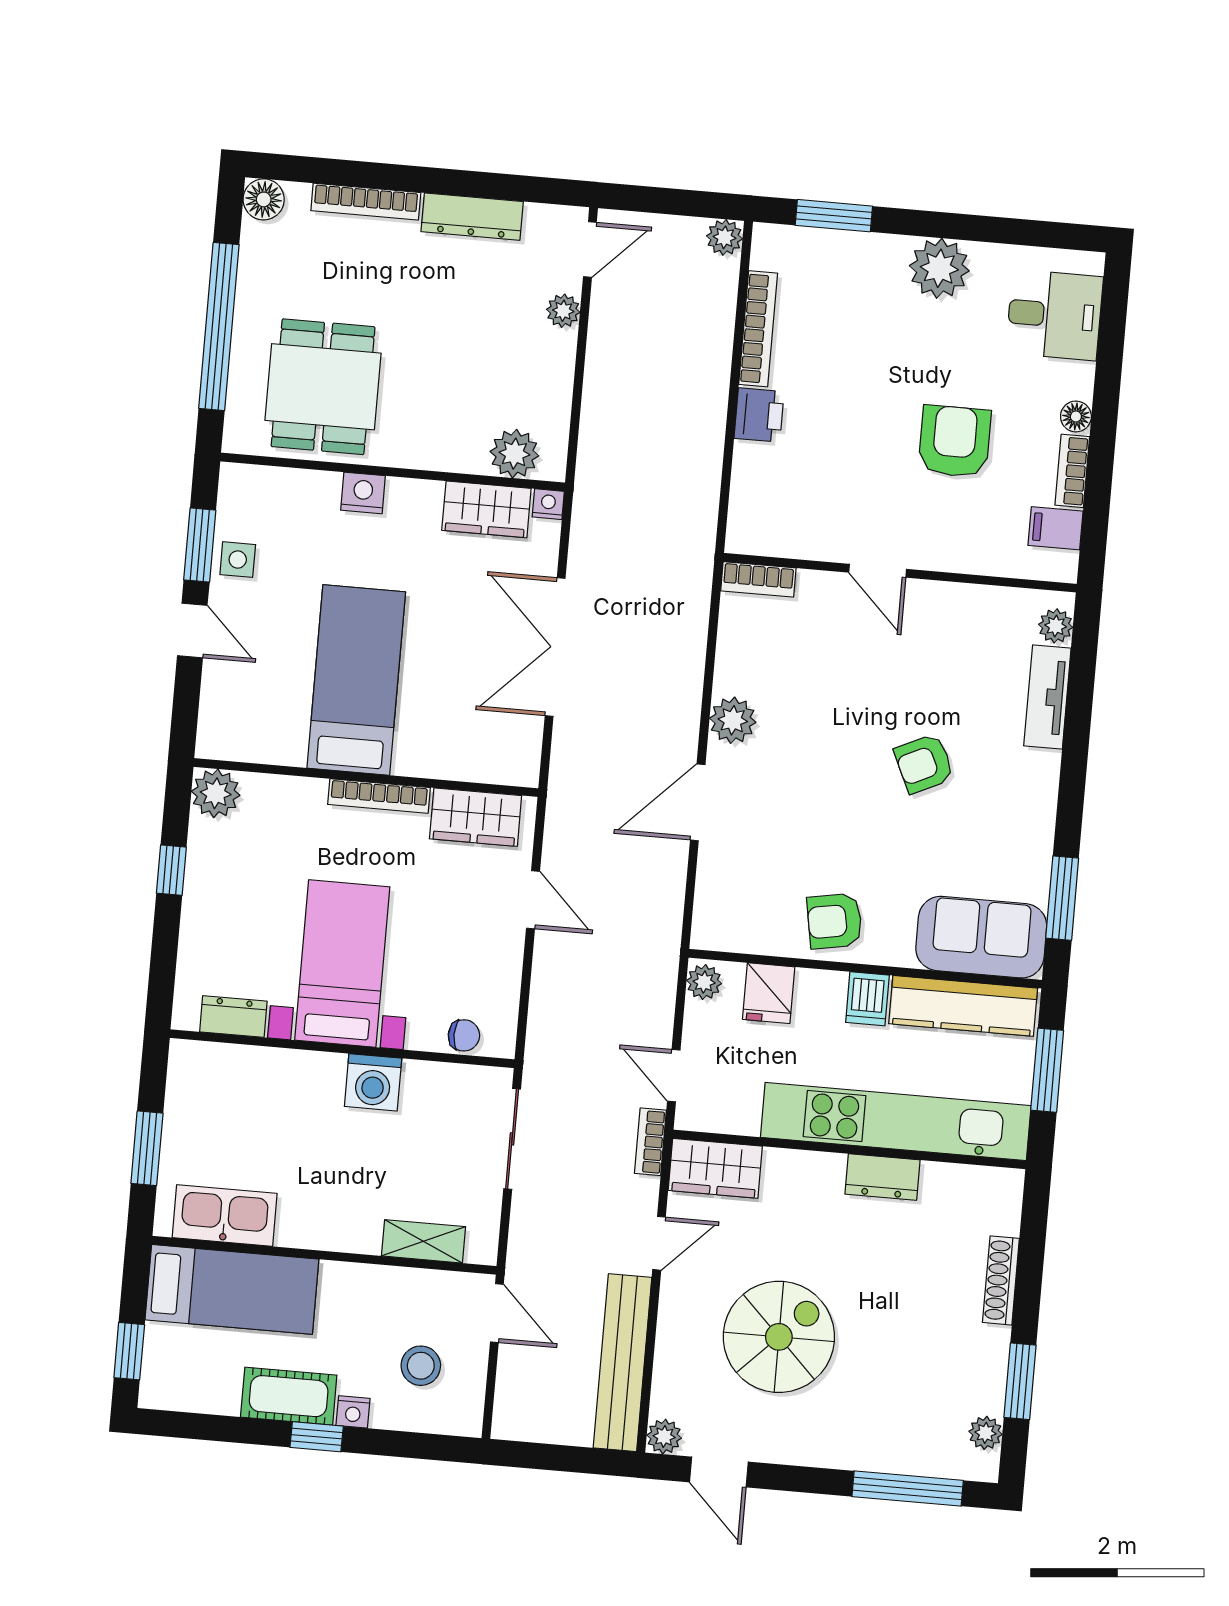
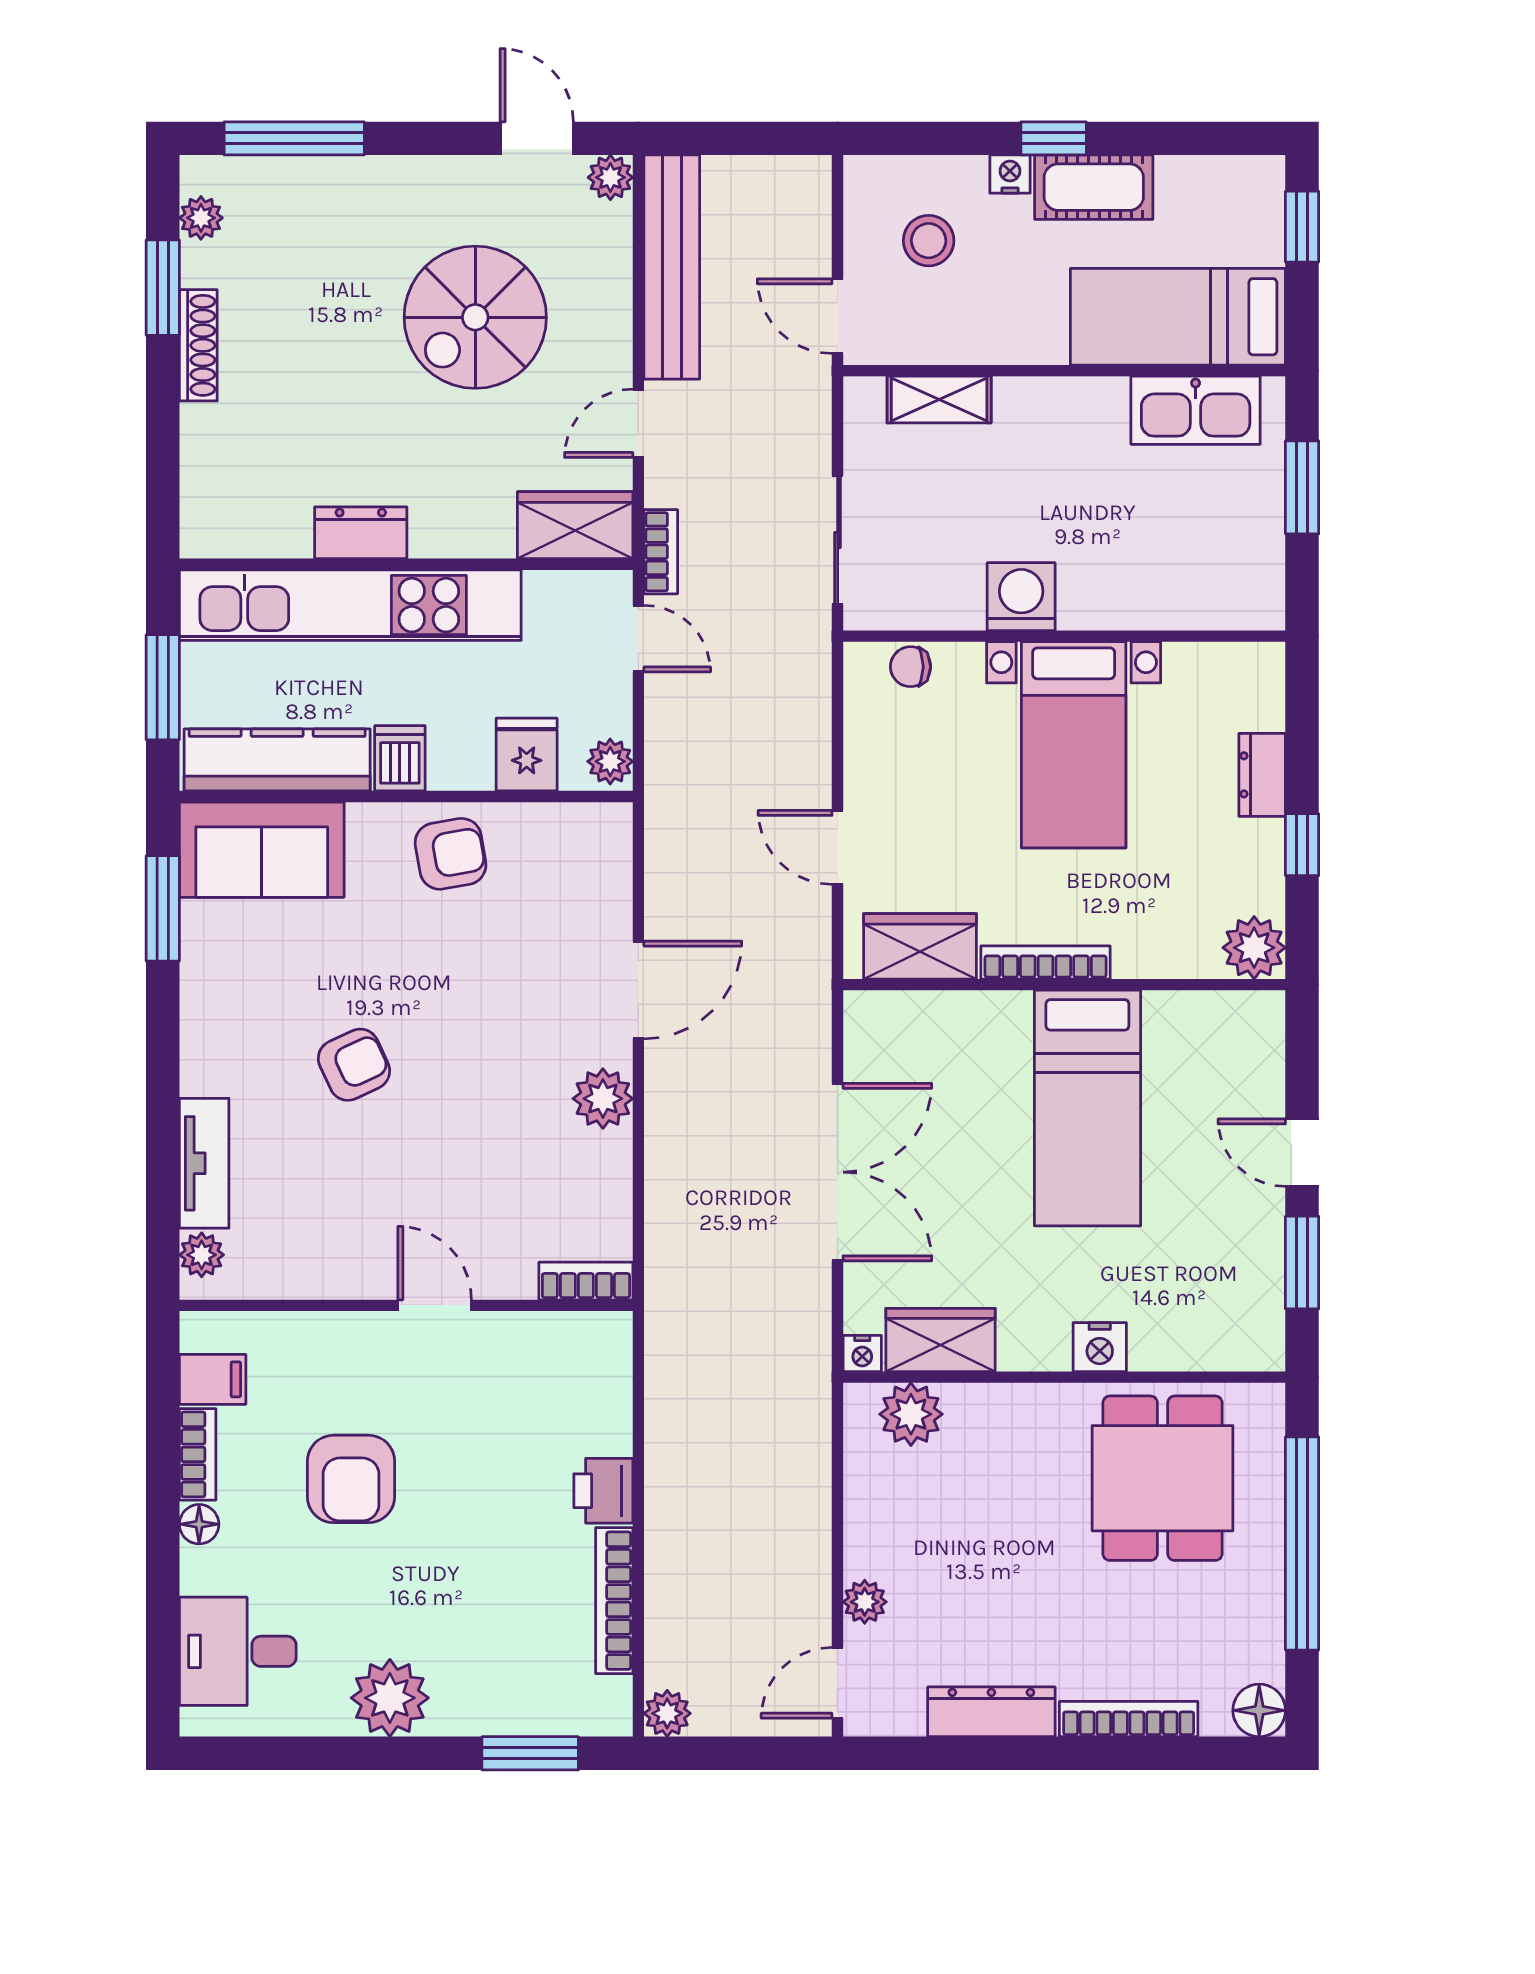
side table: (238, 560) -> (1252, 1248), removed
dresser: (233, 1017) -> (1262, 775), moved, turned 90
shoe rack: (1001, 1280) -> (198, 345), moved

